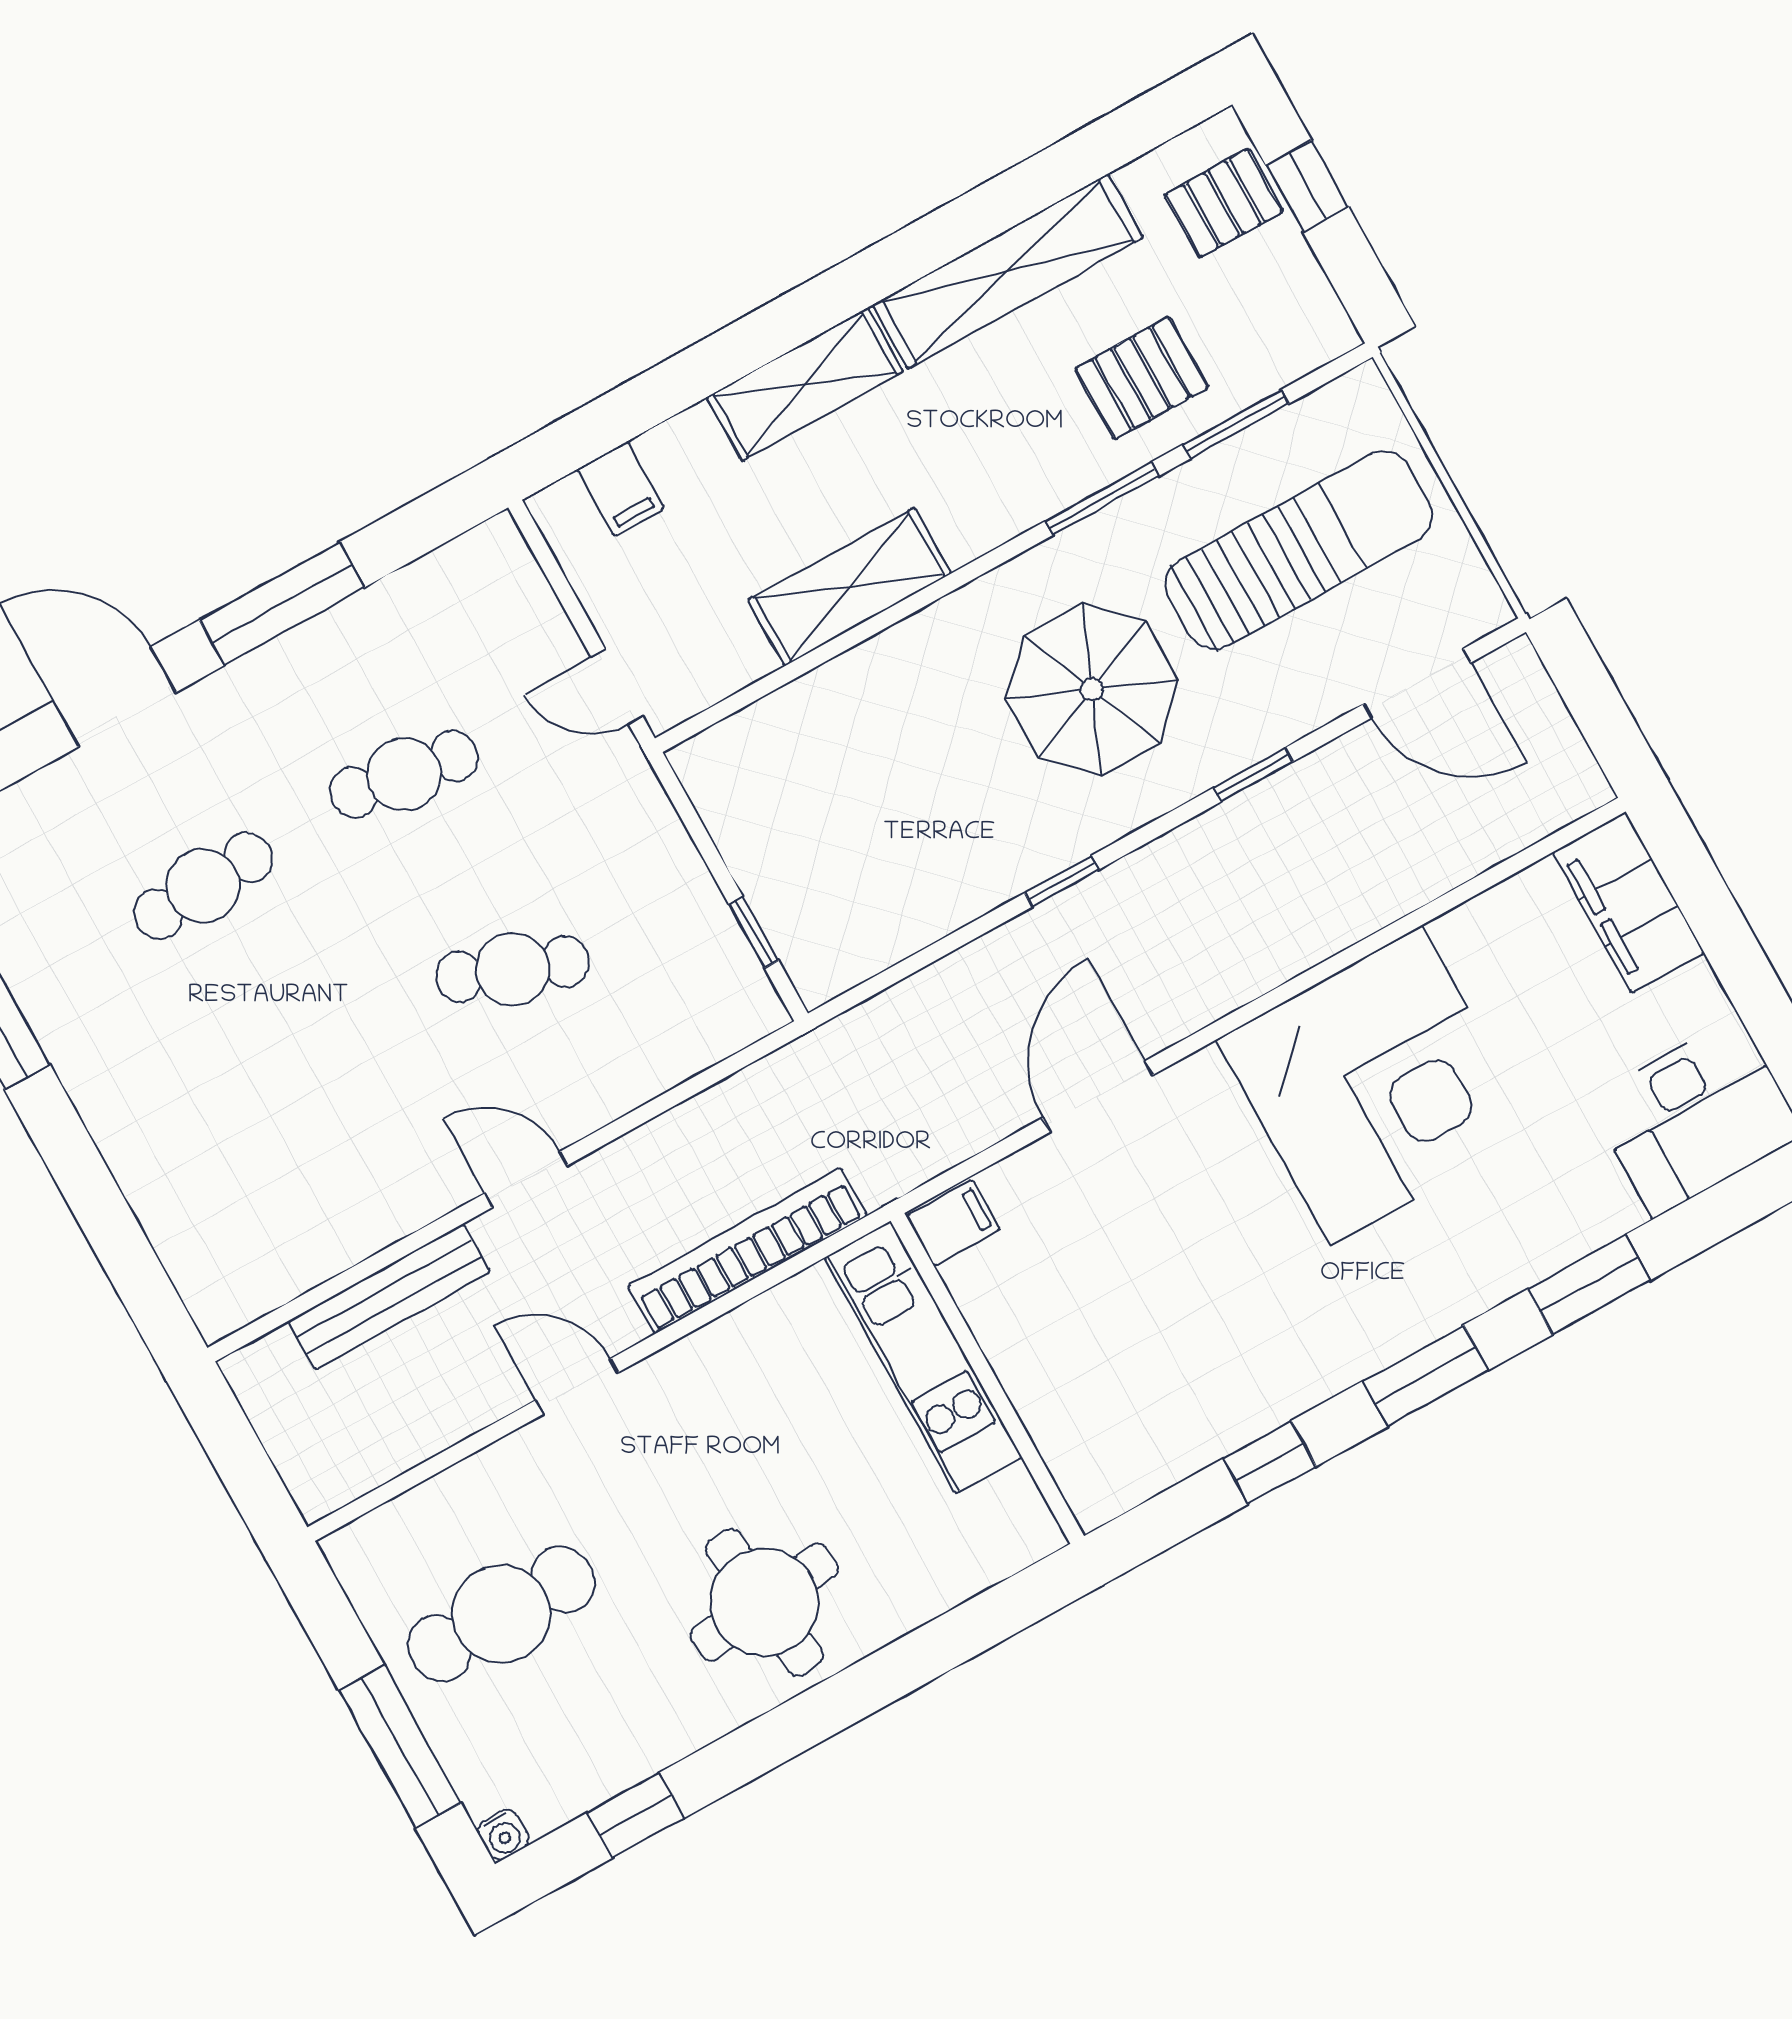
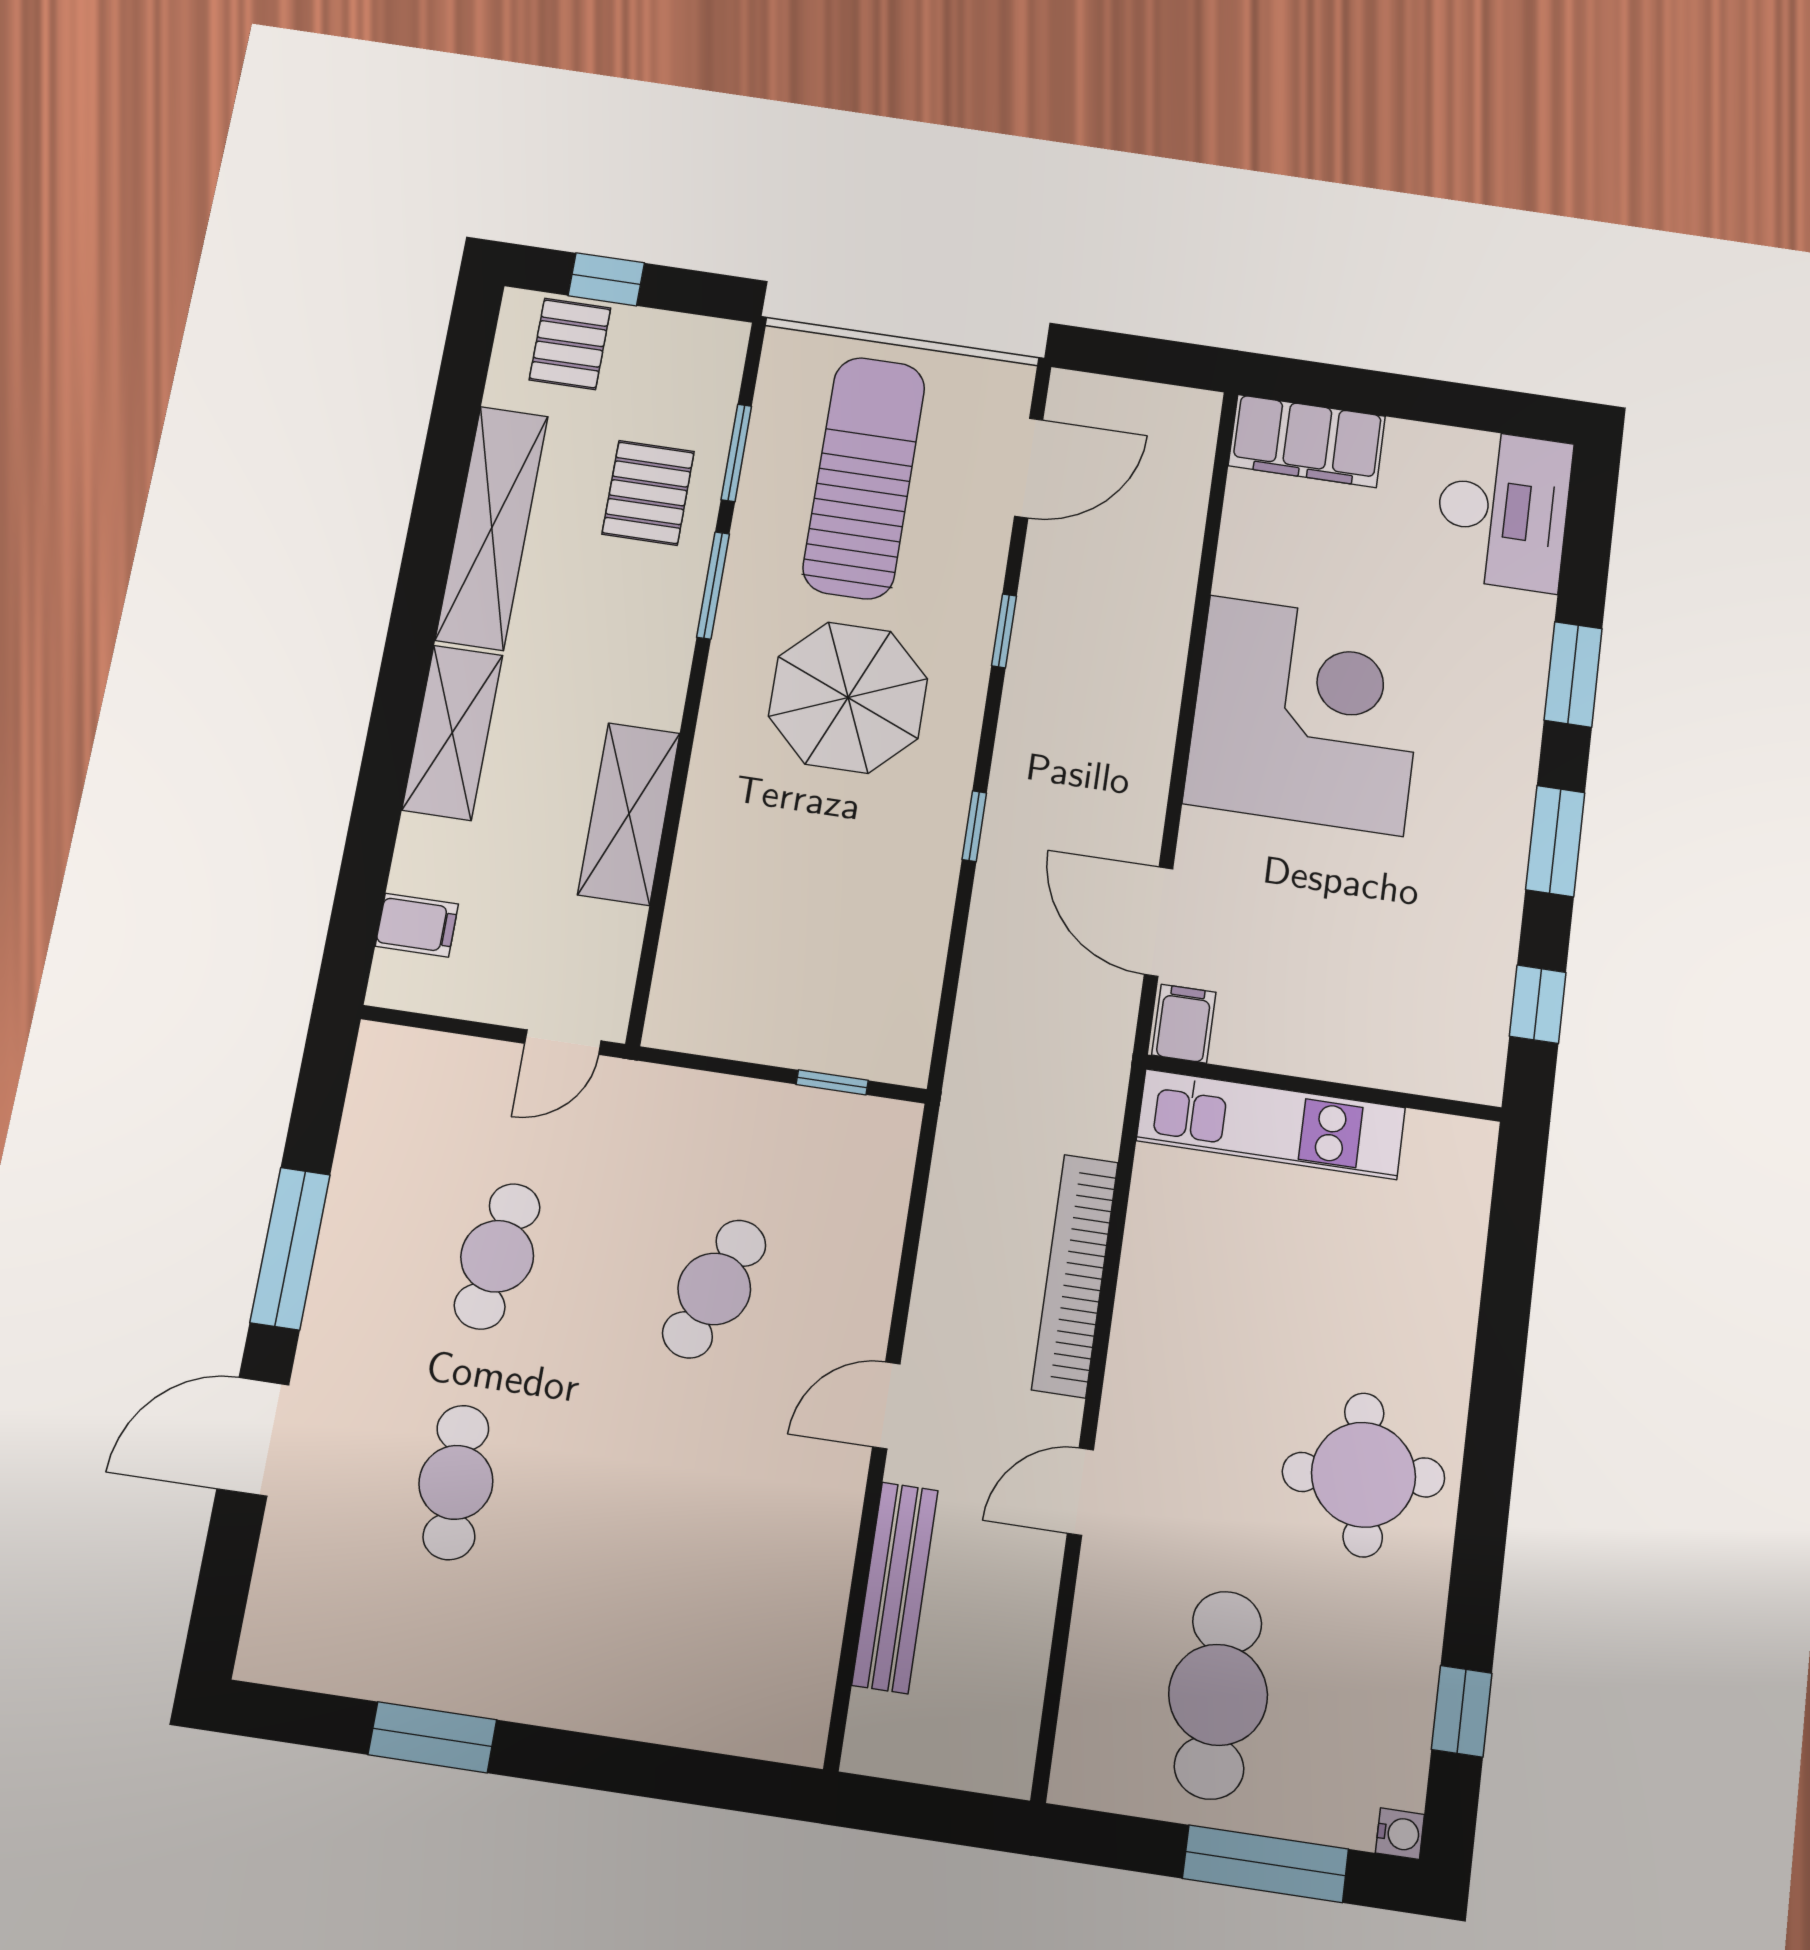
filing cabinet: (953, 1223) -> (1184, 1024), moved
kitchen unit: (923, 1357) -> (1271, 1124), moved
wall: (987, 1378) -> (1324, 1088), moved

